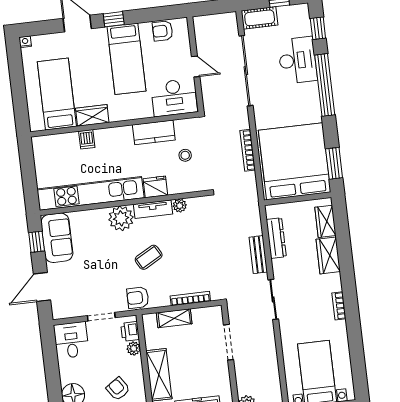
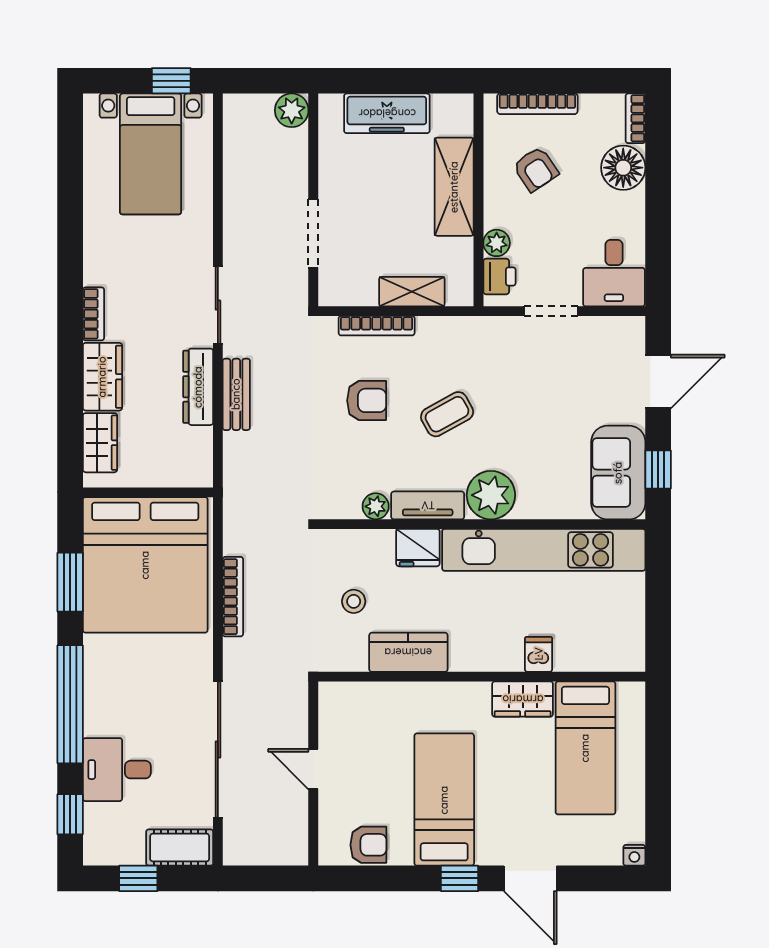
desk: (297, 60) -> (117, 770), width x0.73
desk: (174, 98) -> (362, 714), removed
window: (334, 163) -> (70, 582), moved
dresser: (276, 238) -> (198, 387), moved
armchair: (138, 298) -> (367, 400), moved
bookcase: (339, 306) -> (93, 314), moved

